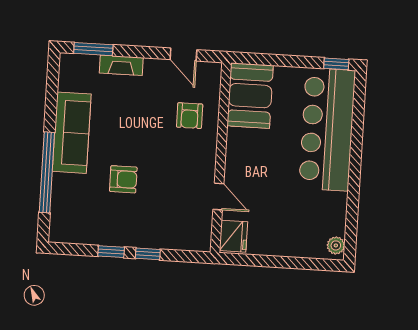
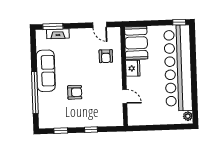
fireplace: (121, 65) -> (58, 34), moved
bar counter: (327, 129) -> (178, 68), width x1.36
fridge: (233, 236) -> (133, 68), moved
window: (111, 252) -> (61, 131), moved

